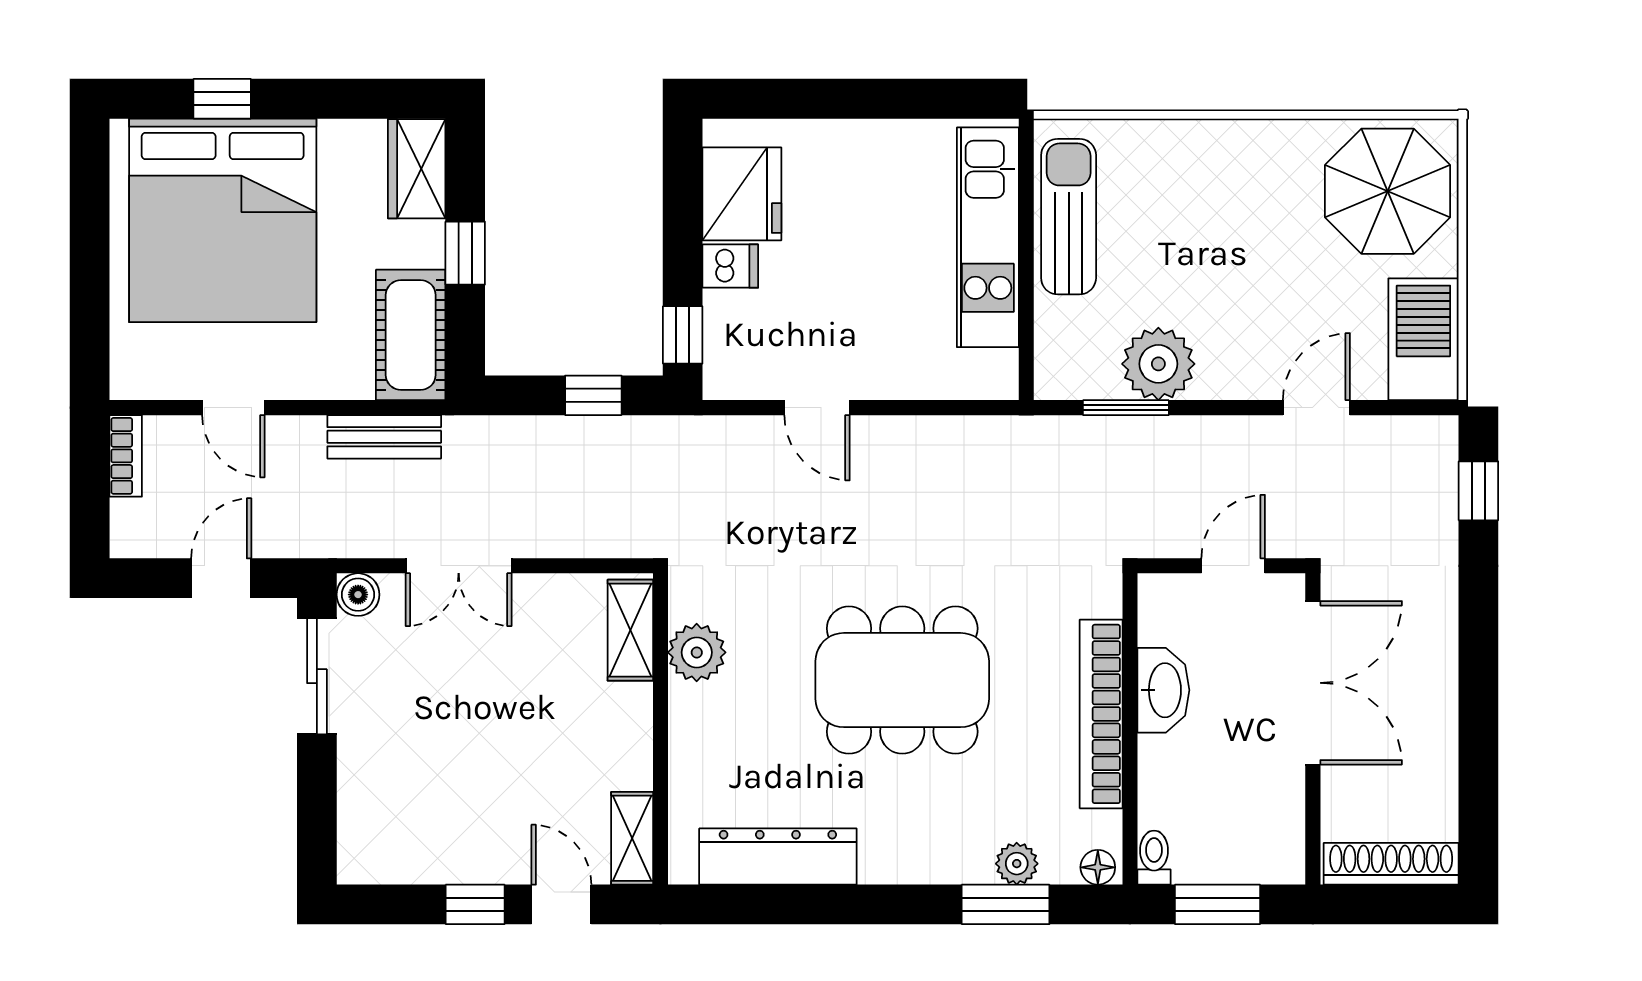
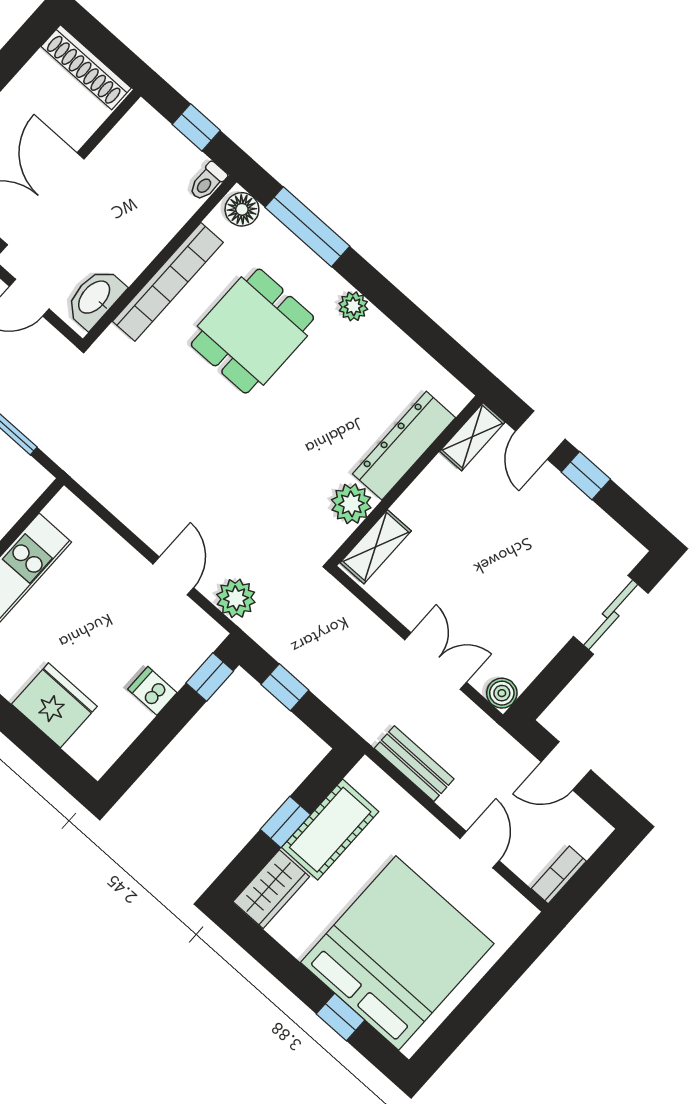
fridge: (742, 194) -> (54, 705), moved, turned 90
cot: (411, 335) -> (330, 830), moved
plant: (729, 443) -> (236, 598), added
sliding door: (317, 676) -> (611, 615), moved
dining table: (902, 680) -> (252, 331), moved, width x0.73
washbasin: (1163, 690) -> (95, 298), moved
dresser: (778, 857) -> (404, 446), moved, turned 90
plant: (1017, 864) -> (353, 306), moved
floor lamp: (1098, 867) -> (242, 209), width x1.37, depth x1.37
window: (1006, 904) -> (307, 227), width x1.44
window: (1218, 904) -> (196, 127), width x0.67

